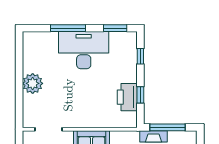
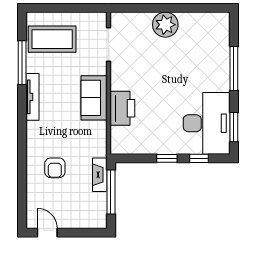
desk: (84, 50) -> (207, 123), moved
window: (140, 95) -> (167, 158), moved
printer: (127, 97) -> (122, 108), moved, turned 90

